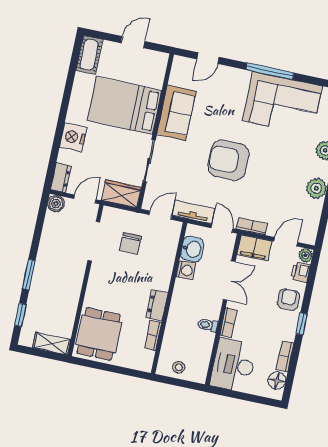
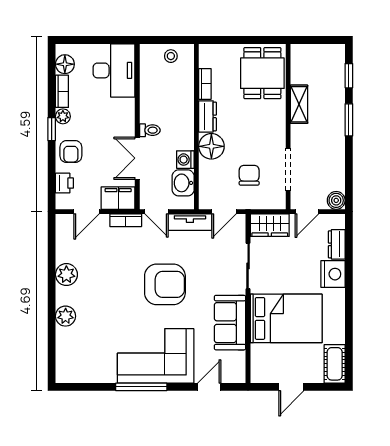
corner sofa: (282, 103) -> (156, 356), moved
dresser: (61, 178) -> (337, 244), moved
plant: (305, 255) -> (63, 116), moved
floor lamp: (159, 277) -> (211, 146), added
bookcase: (228, 323) -> (129, 114), removed
toilet: (208, 325) -> (150, 130), moved
shelving: (52, 344) -> (299, 104), moved, turned 90

